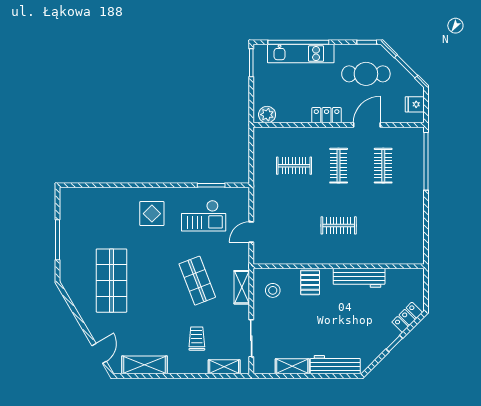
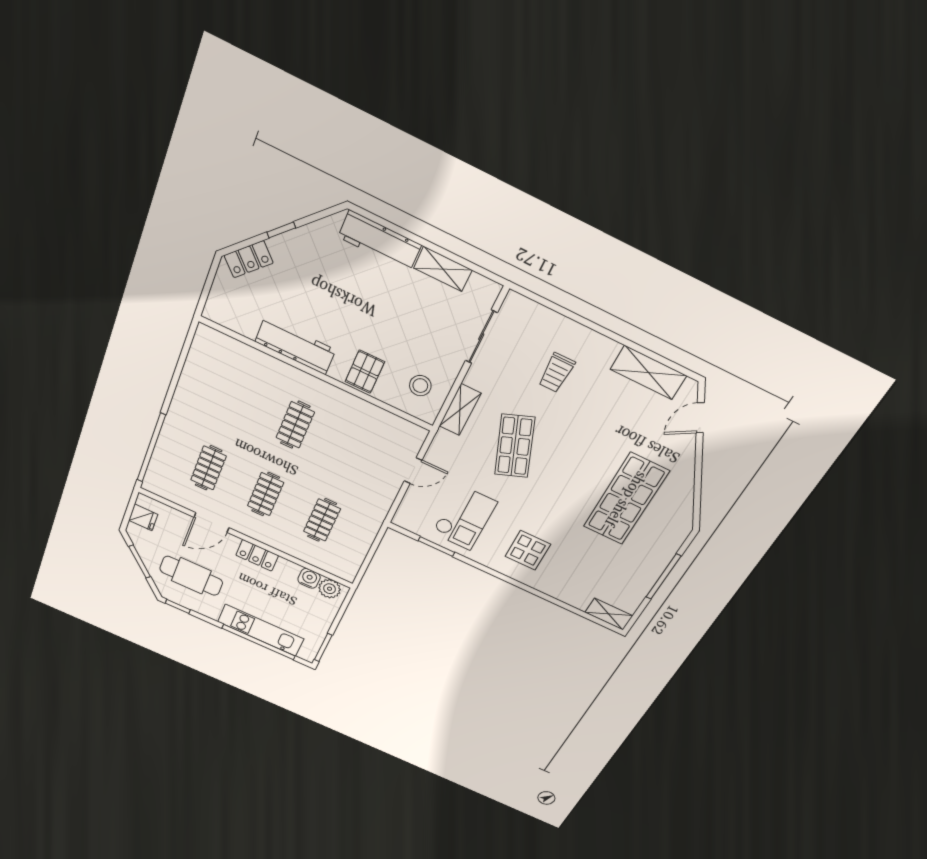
water cooler: (284, 115) -> (309, 578), added
clothes rail: (294, 166) -> (322, 520), turned 90
checkout: (204, 216) -> (464, 518), turned 90
clothes rail: (339, 225) -> (295, 425), turned 90
shelving: (224, 367) -> (609, 614), moved

